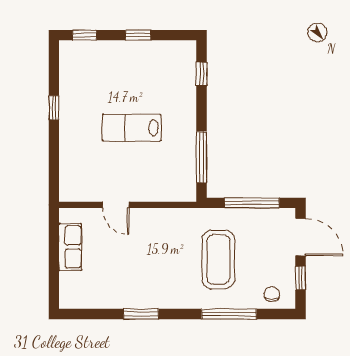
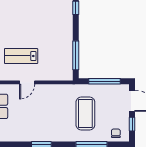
lab bench: (132, 128) -> (21, 56), moved
door: (116, 205) -> (27, 82), hinge flipped

